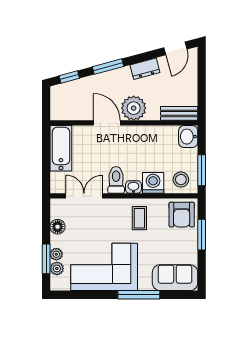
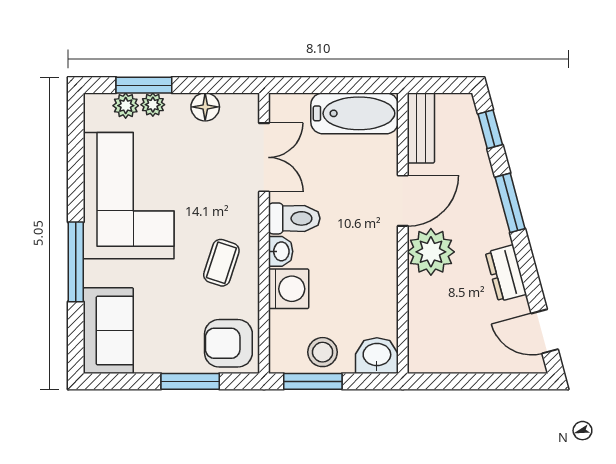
bench: (179, 113) -> (421, 128), moved
stool: (181, 180) -> (323, 352), moved
coffee table: (139, 218) -> (221, 263), turned -72

